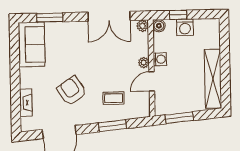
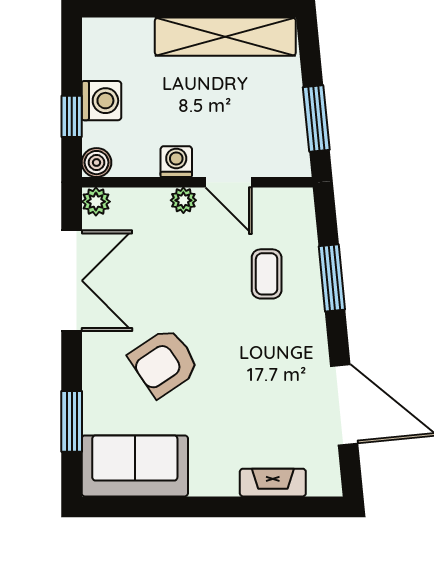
armchair: (72, 91) -> (164, 362), moved

